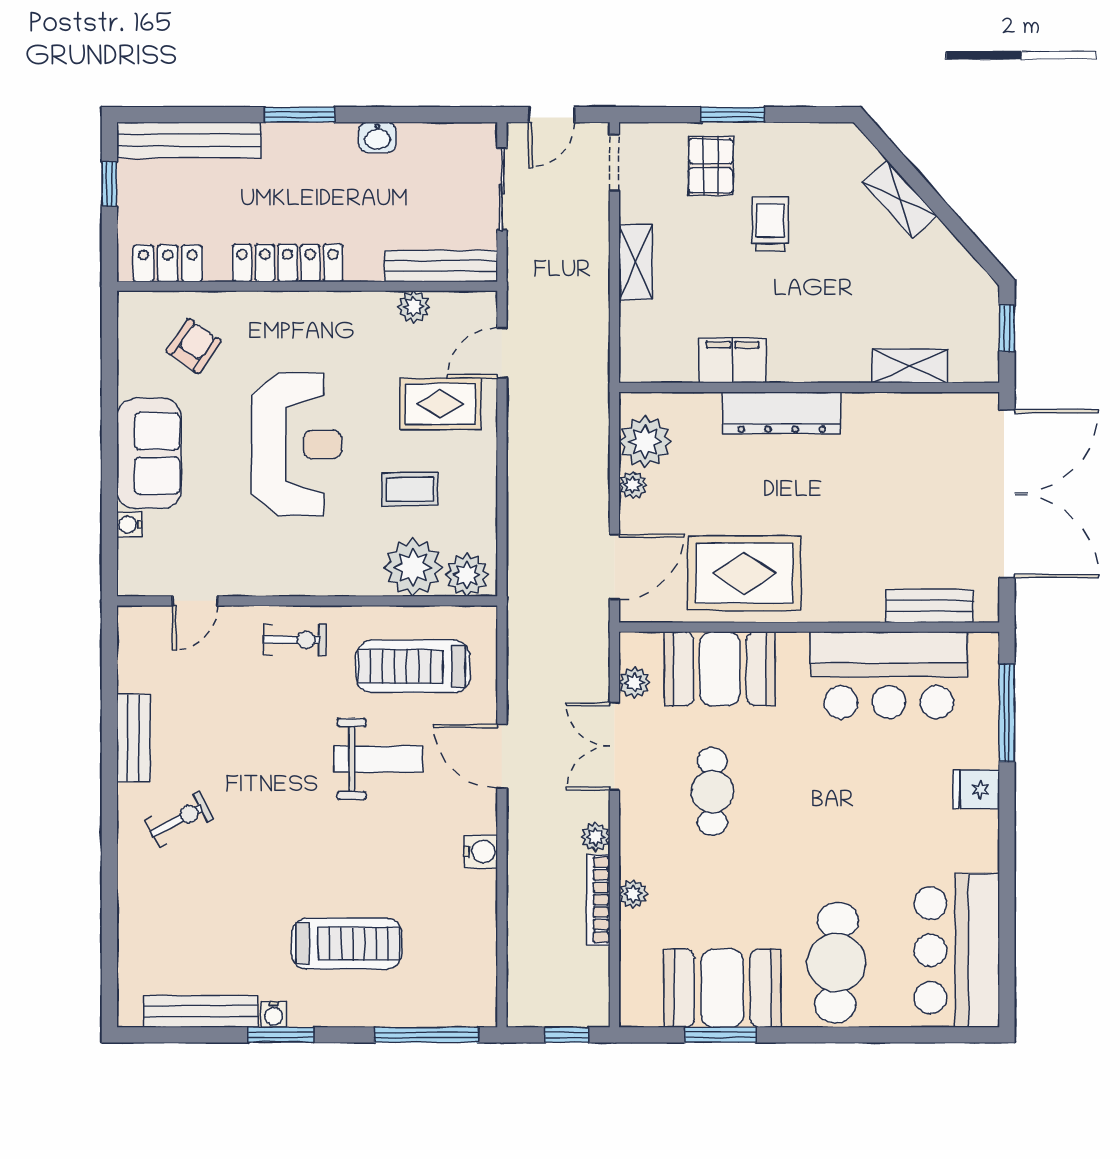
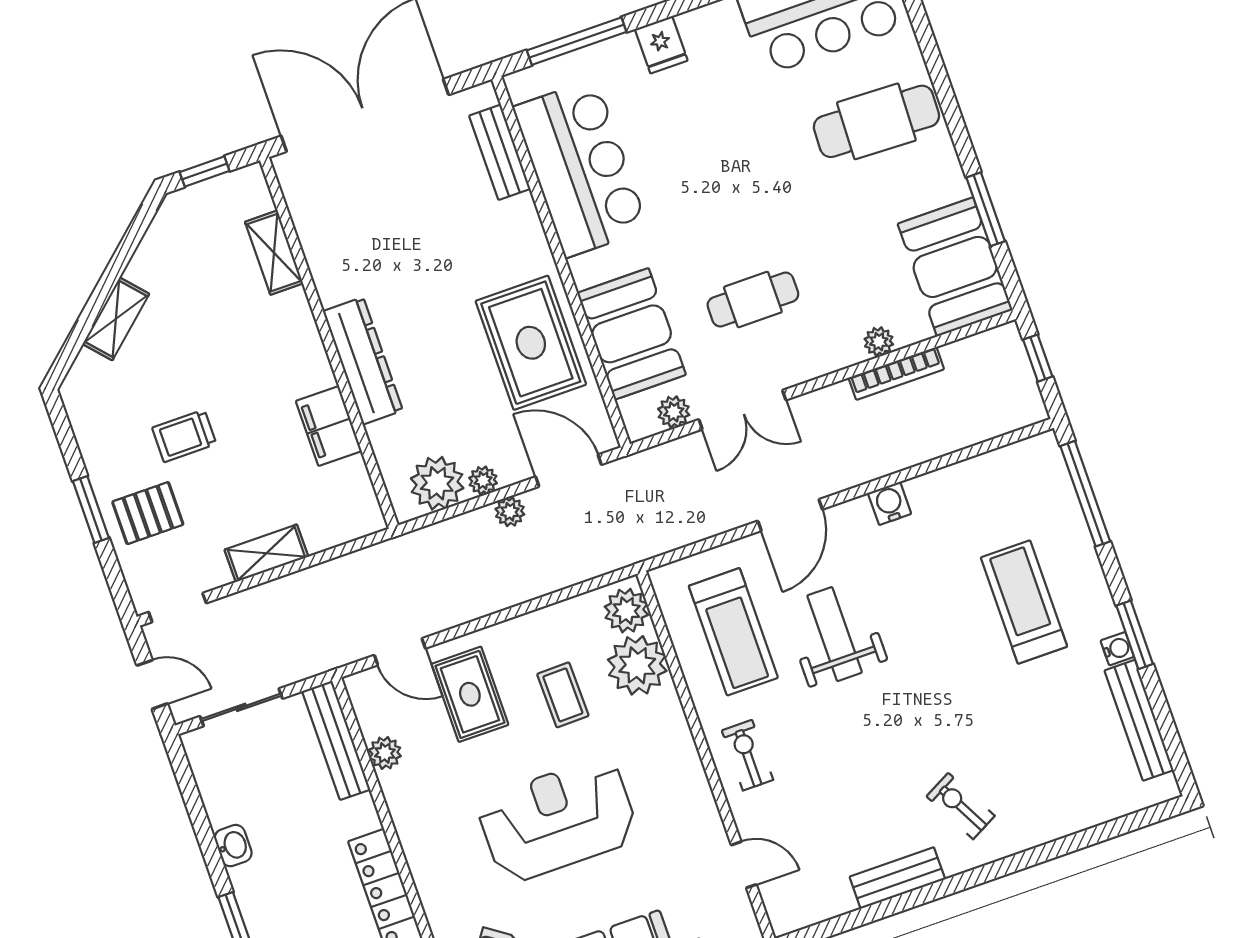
plant: (595, 837) -> (510, 512), moved
booth: (722, 988) -> (955, 267), moved

